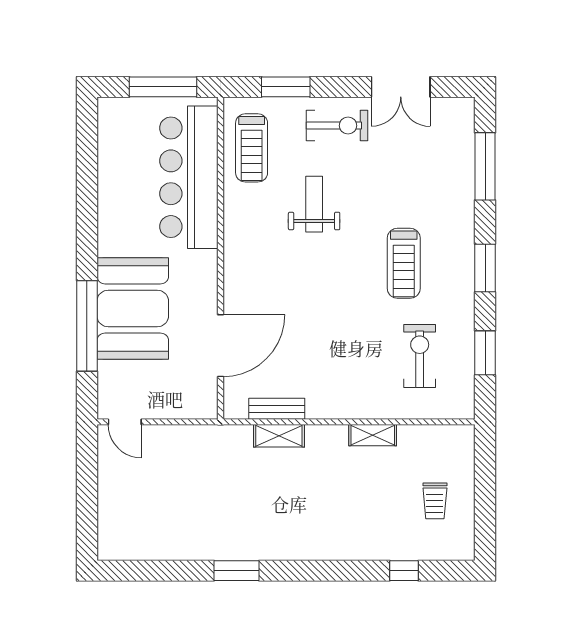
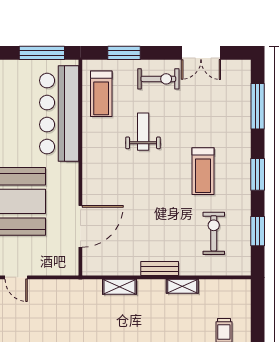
bench: (277, 409) -> (160, 269), moved

